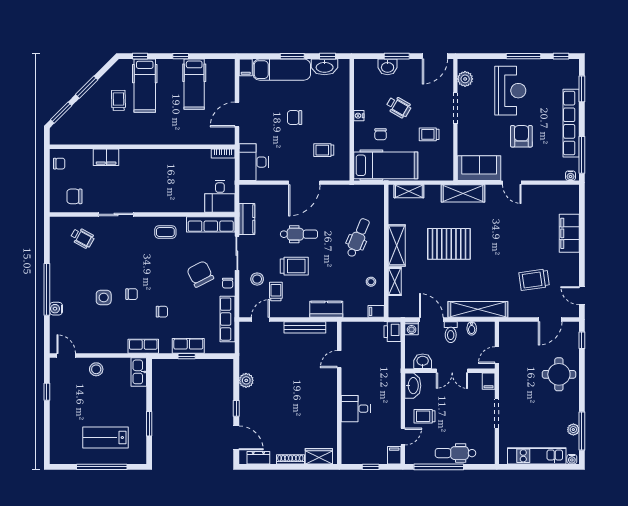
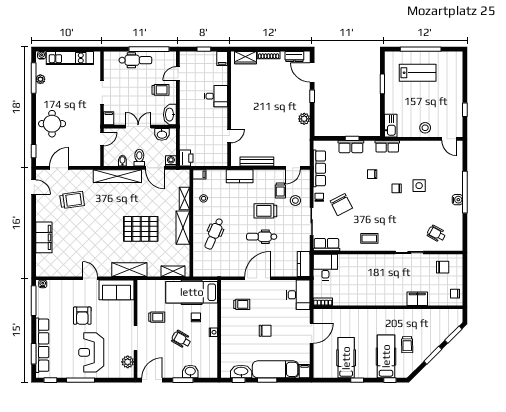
row of seats: (571, 123) -> (42, 345), moved
kitchen counter: (247, 219) -> (304, 264), moved
row of seats: (211, 224) -> (326, 245), width x0.68
water cooler: (56, 309) -> (458, 200), moved
filing cabinet: (394, 455) -> (222, 58), moved

